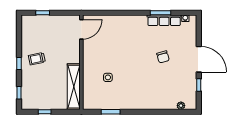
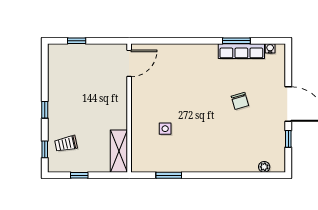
trolley: (37, 59) -> (66, 144), moved
shelving: (74, 87) -> (119, 151), width x0.68

